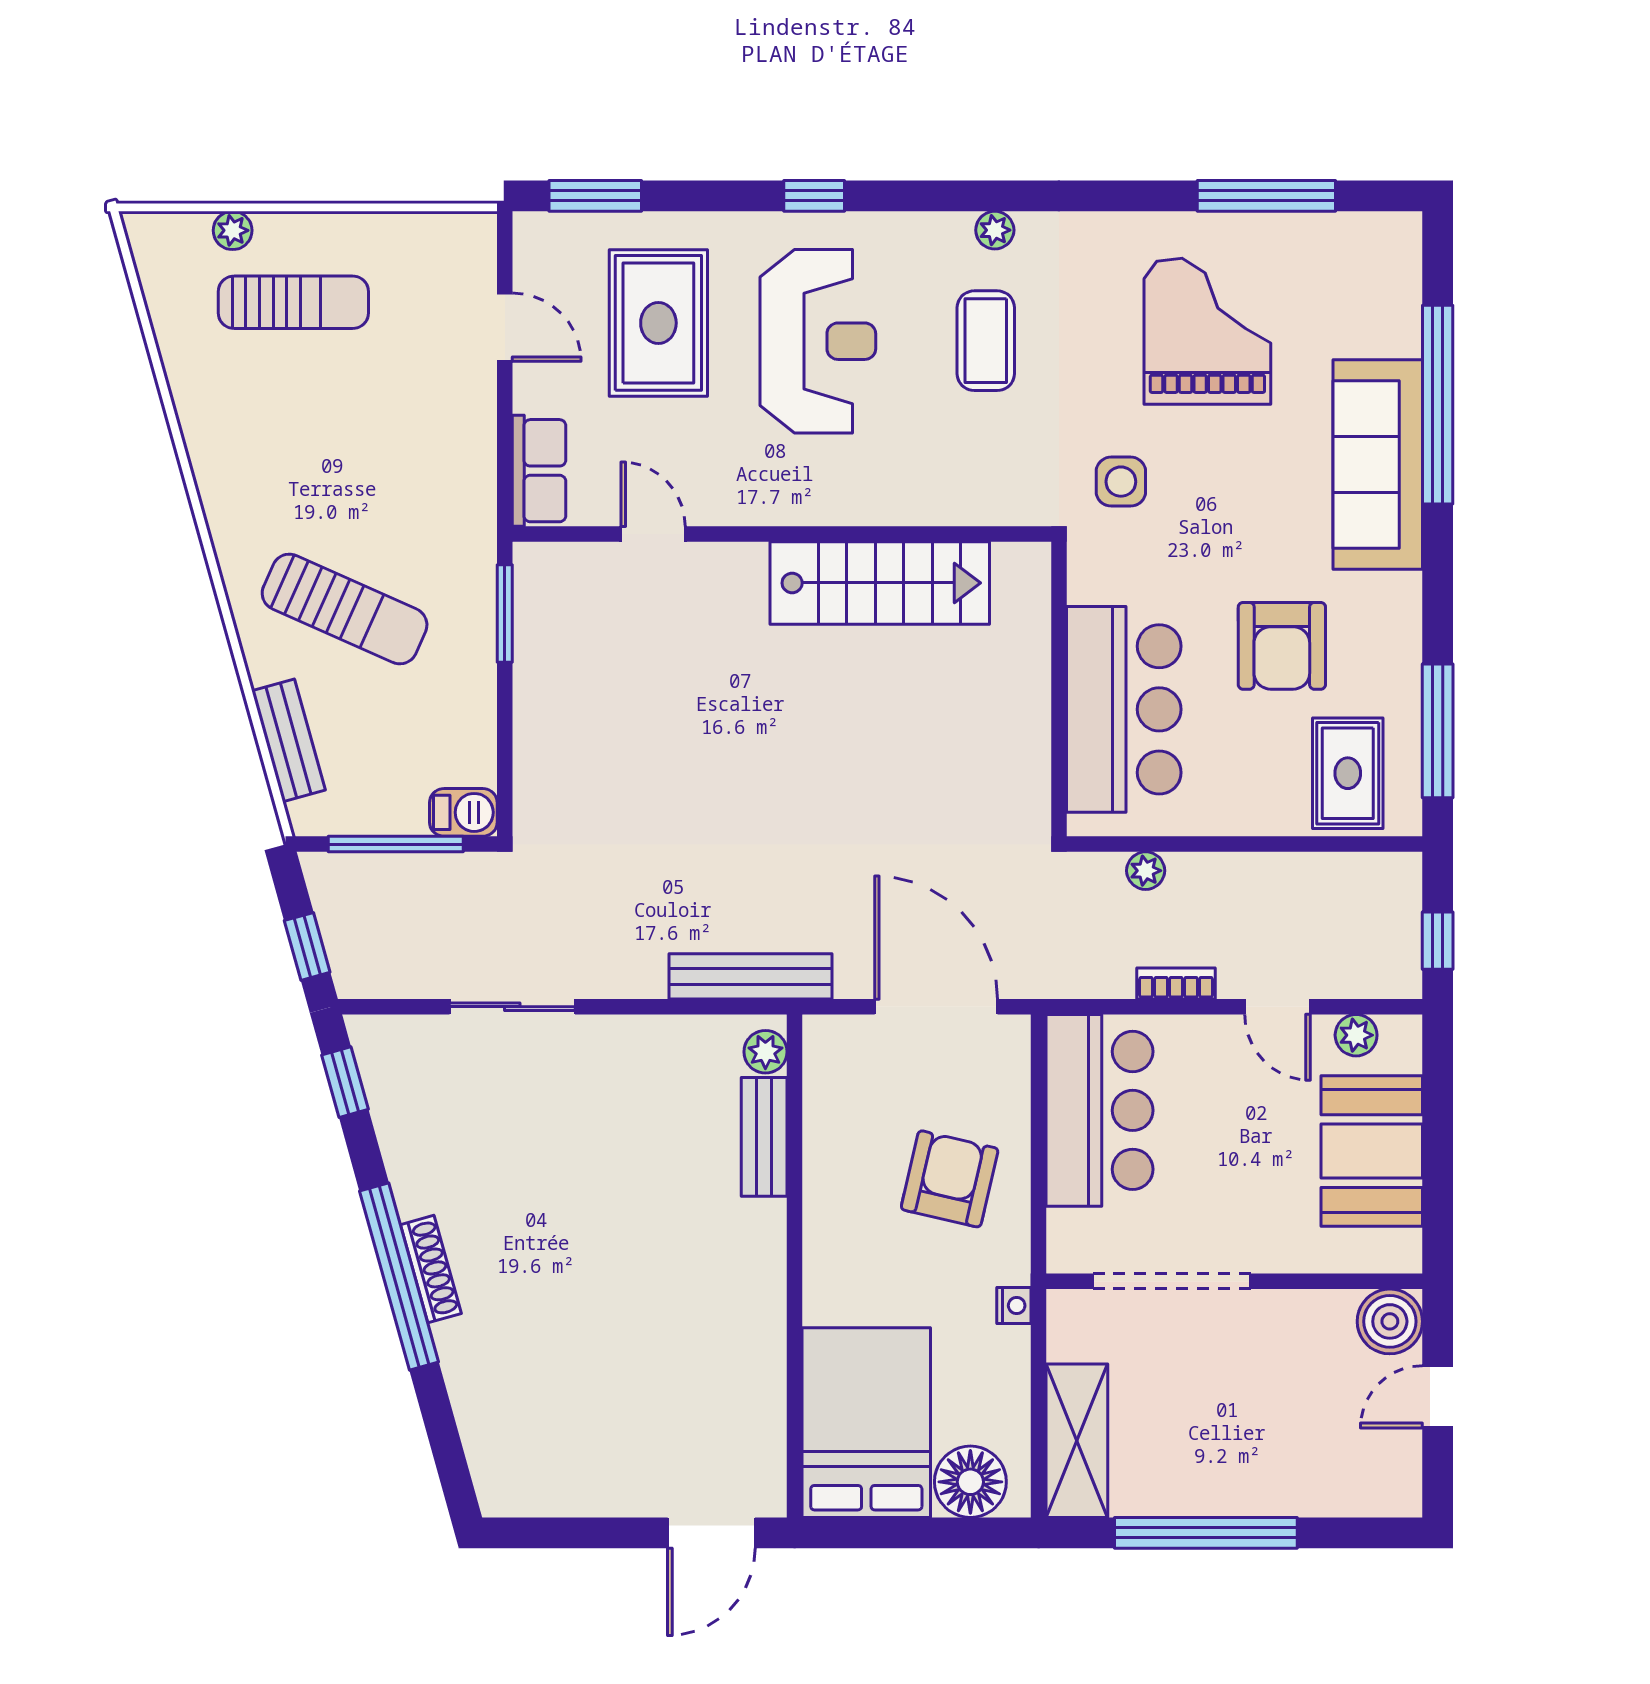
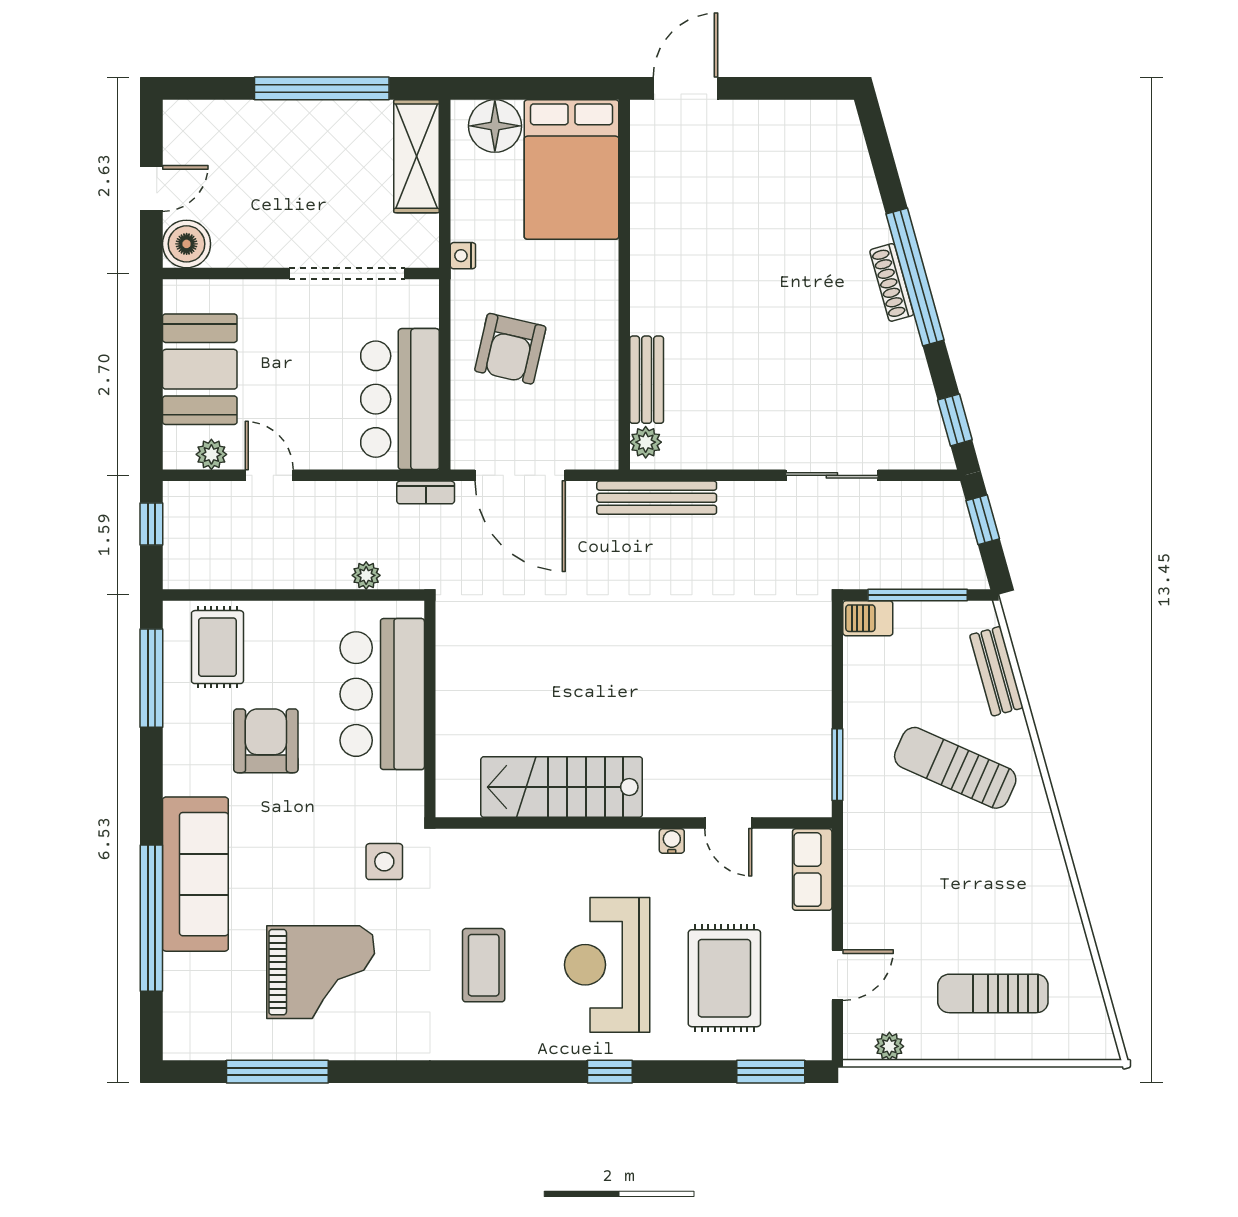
plant: (233, 230) -> (889, 1046), moved
plant: (995, 230) -> (477, 1046), removed
door: (505, 327) -> (837, 975), swing flipped
grand piano: (1207, 331) -> (321, 972), turned -90
water cooler: (730, 510) -> (672, 841), added
bookcase: (1176, 984) -> (426, 492), moved

